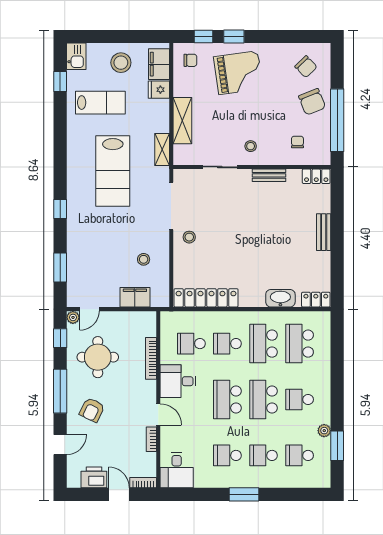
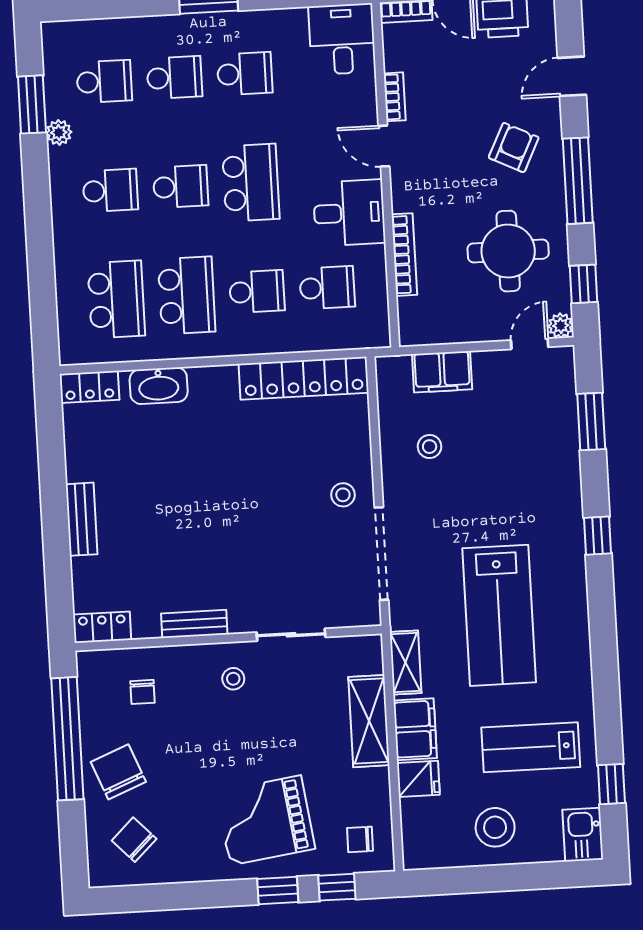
filing cabinet: (159, 64) -> (415, 729), moved
lab bench: (113, 171) -> (499, 615), turned 180
school desk: (264, 400) -> (181, 186), width x0.54

